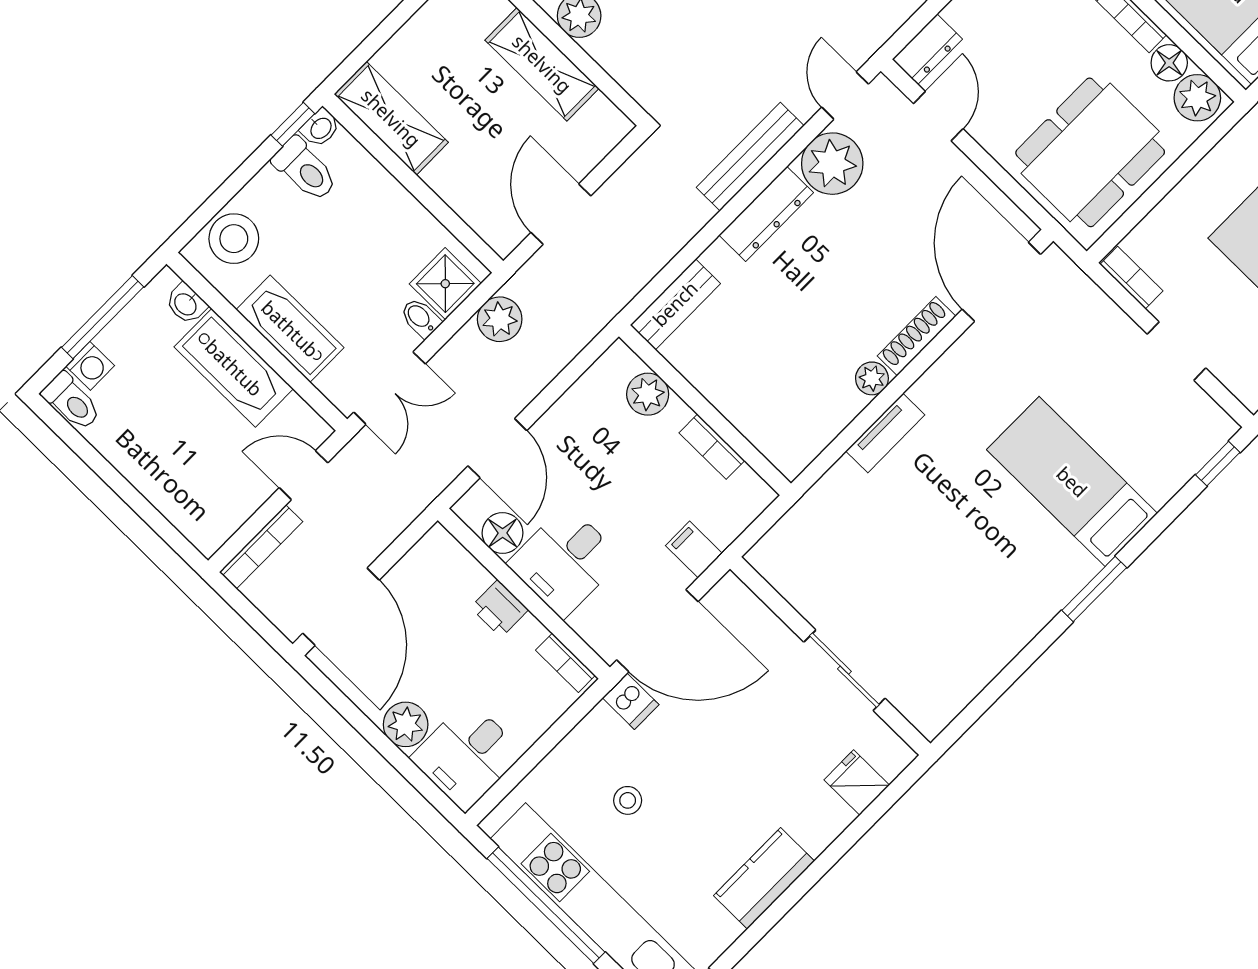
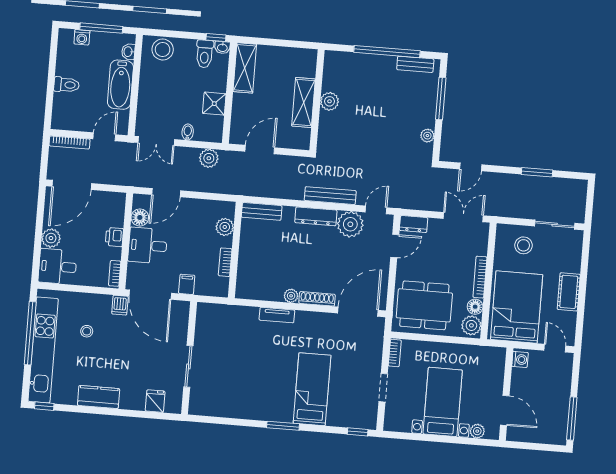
shower: (445, 284) -> (214, 104), moved
bathtub: (290, 329) -> (149, 92), removed
toilet: (72, 402) -> (67, 85), moved, turned -90
door: (303, 475) -> (104, 137), hinge flipped

